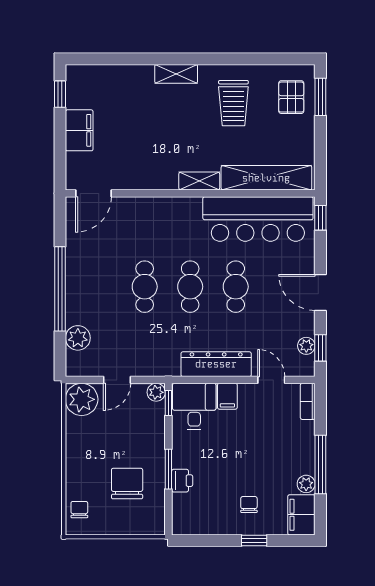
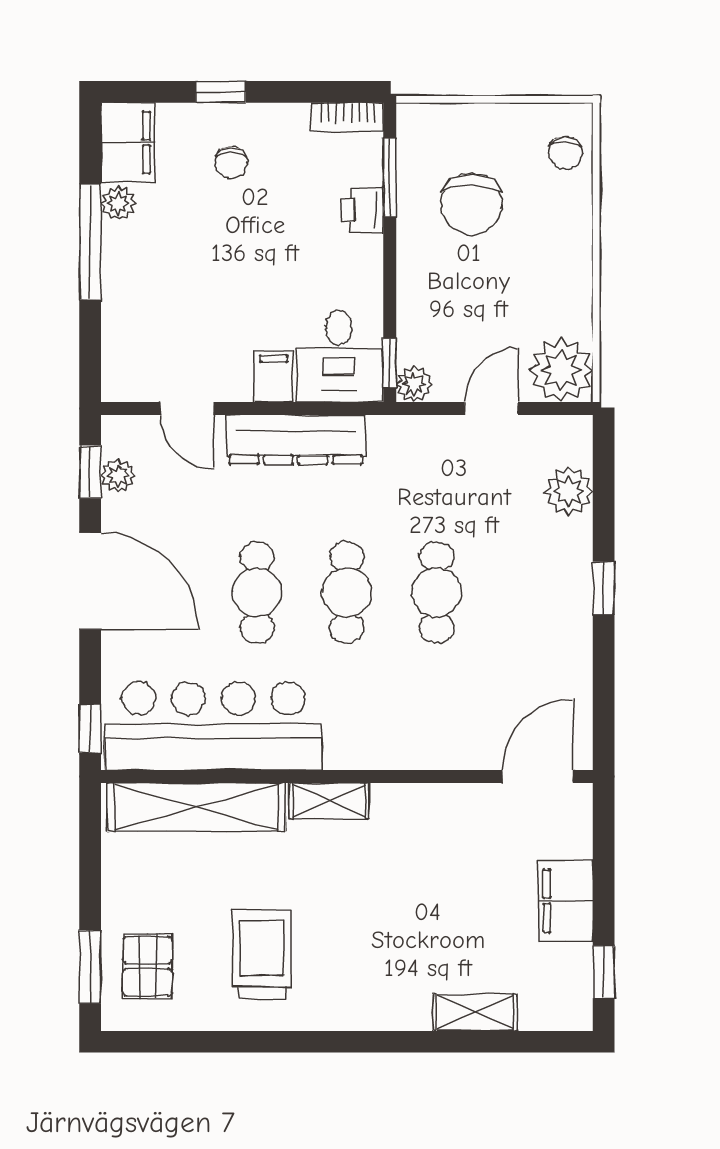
shelving: (176, 74) -> (475, 1012), moved
window: (60, 289) -> (604, 588), width x0.32
door: (320, 293) -> (90, 581), width x1.36
bookcase: (308, 401) -> (347, 117), moved, turned 90
window: (168, 469) -> (390, 177), moved

